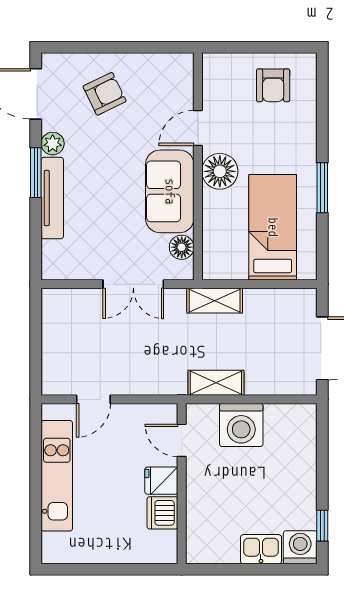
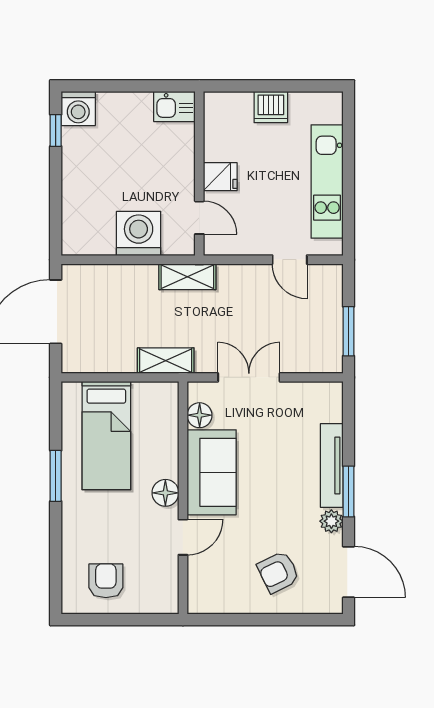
floor lamp: (220, 171) -> (165, 493), width x0.73, depth x0.73
window: (36, 329) -> (349, 331), added
shelving: (216, 383) -> (187, 277), moved
door: (93, 399) -> (290, 260), swing flipped
dishwasher: (162, 513) -> (271, 107), moved, turned 90
kitchen sink: (261, 549) -> (174, 106), moved

